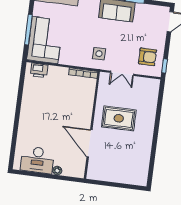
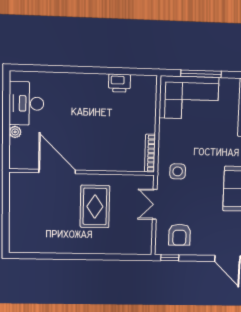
printer: (39, 70) -> (119, 83), moved, turned -90
door: (90, 143) -> (57, 171), hinge flipped

